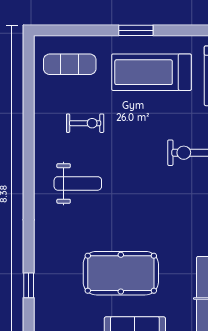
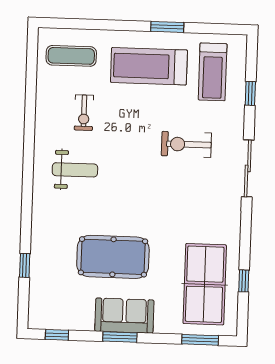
window: (136, 30) -> (167, 27), moved
exercise bike: (85, 123) -> (84, 113), turned 90

